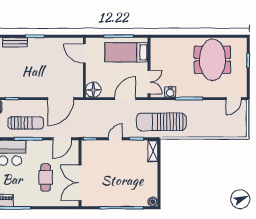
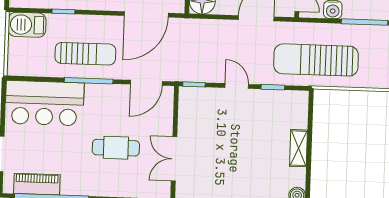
door: (115, 139) -> (237, 86), hinge flipped
shelving: (153, 151) -> (299, 148), moved
cafe table: (46, 177) -> (116, 148), turned 90
double door: (80, 183) -> (174, 159), width x0.73

